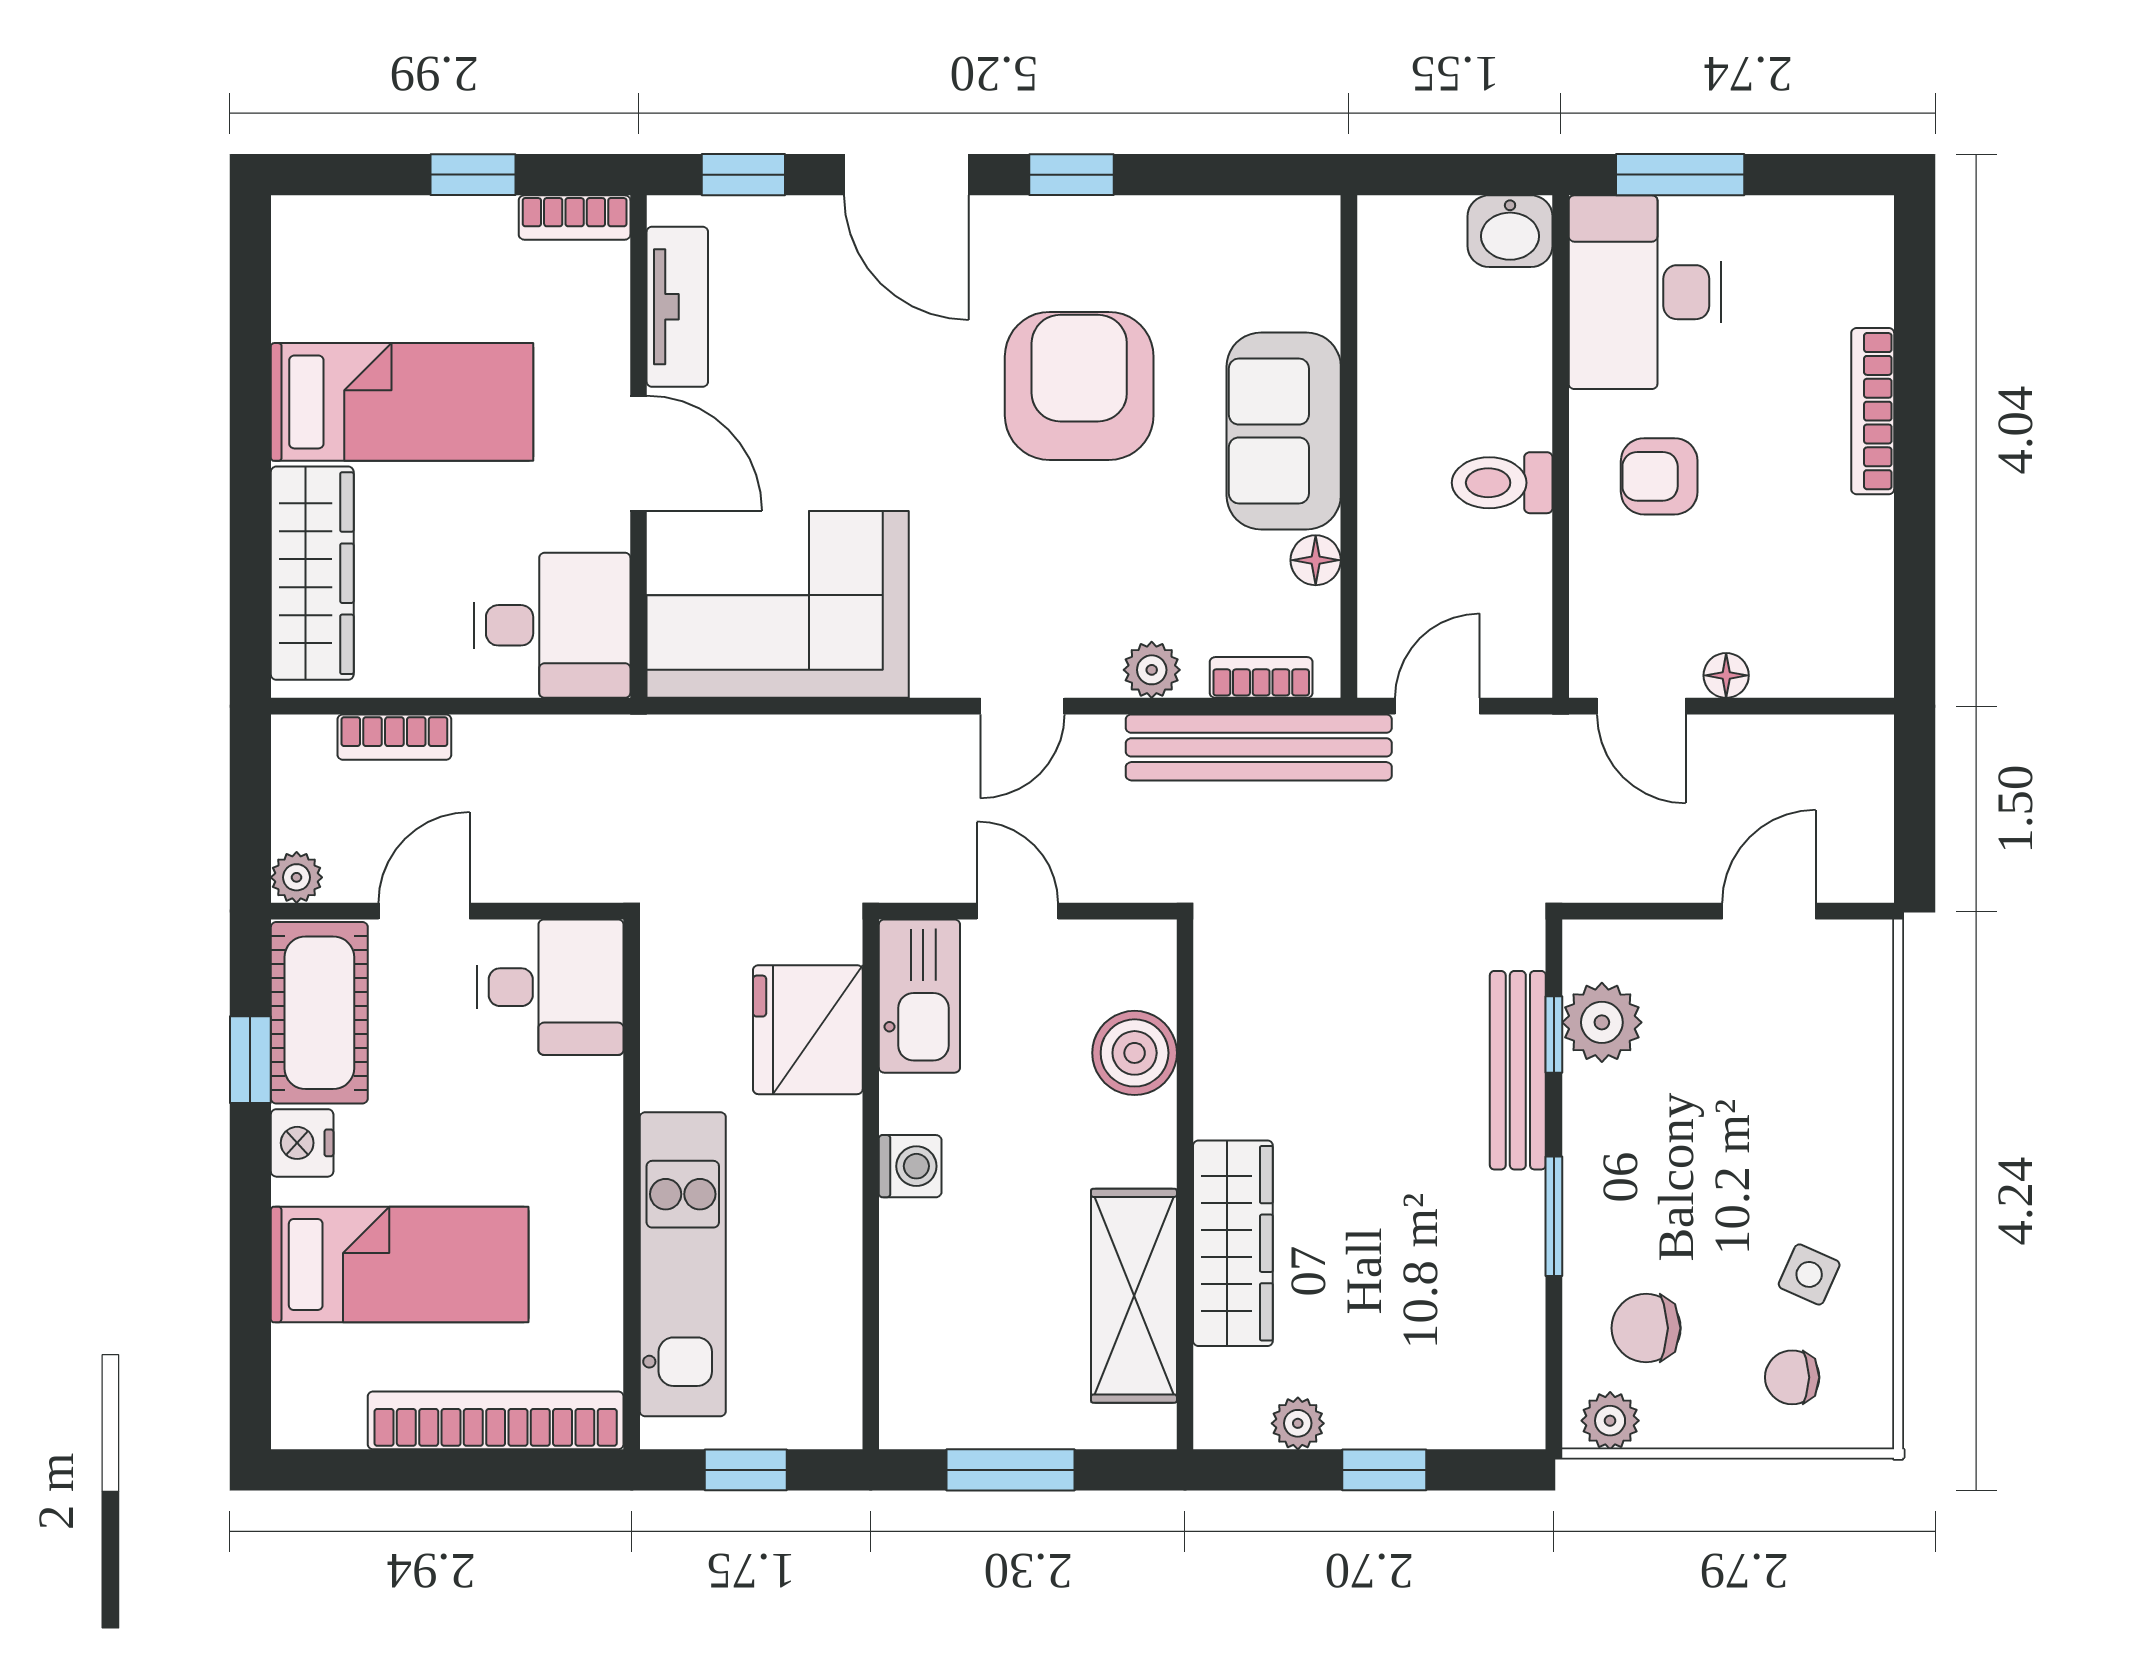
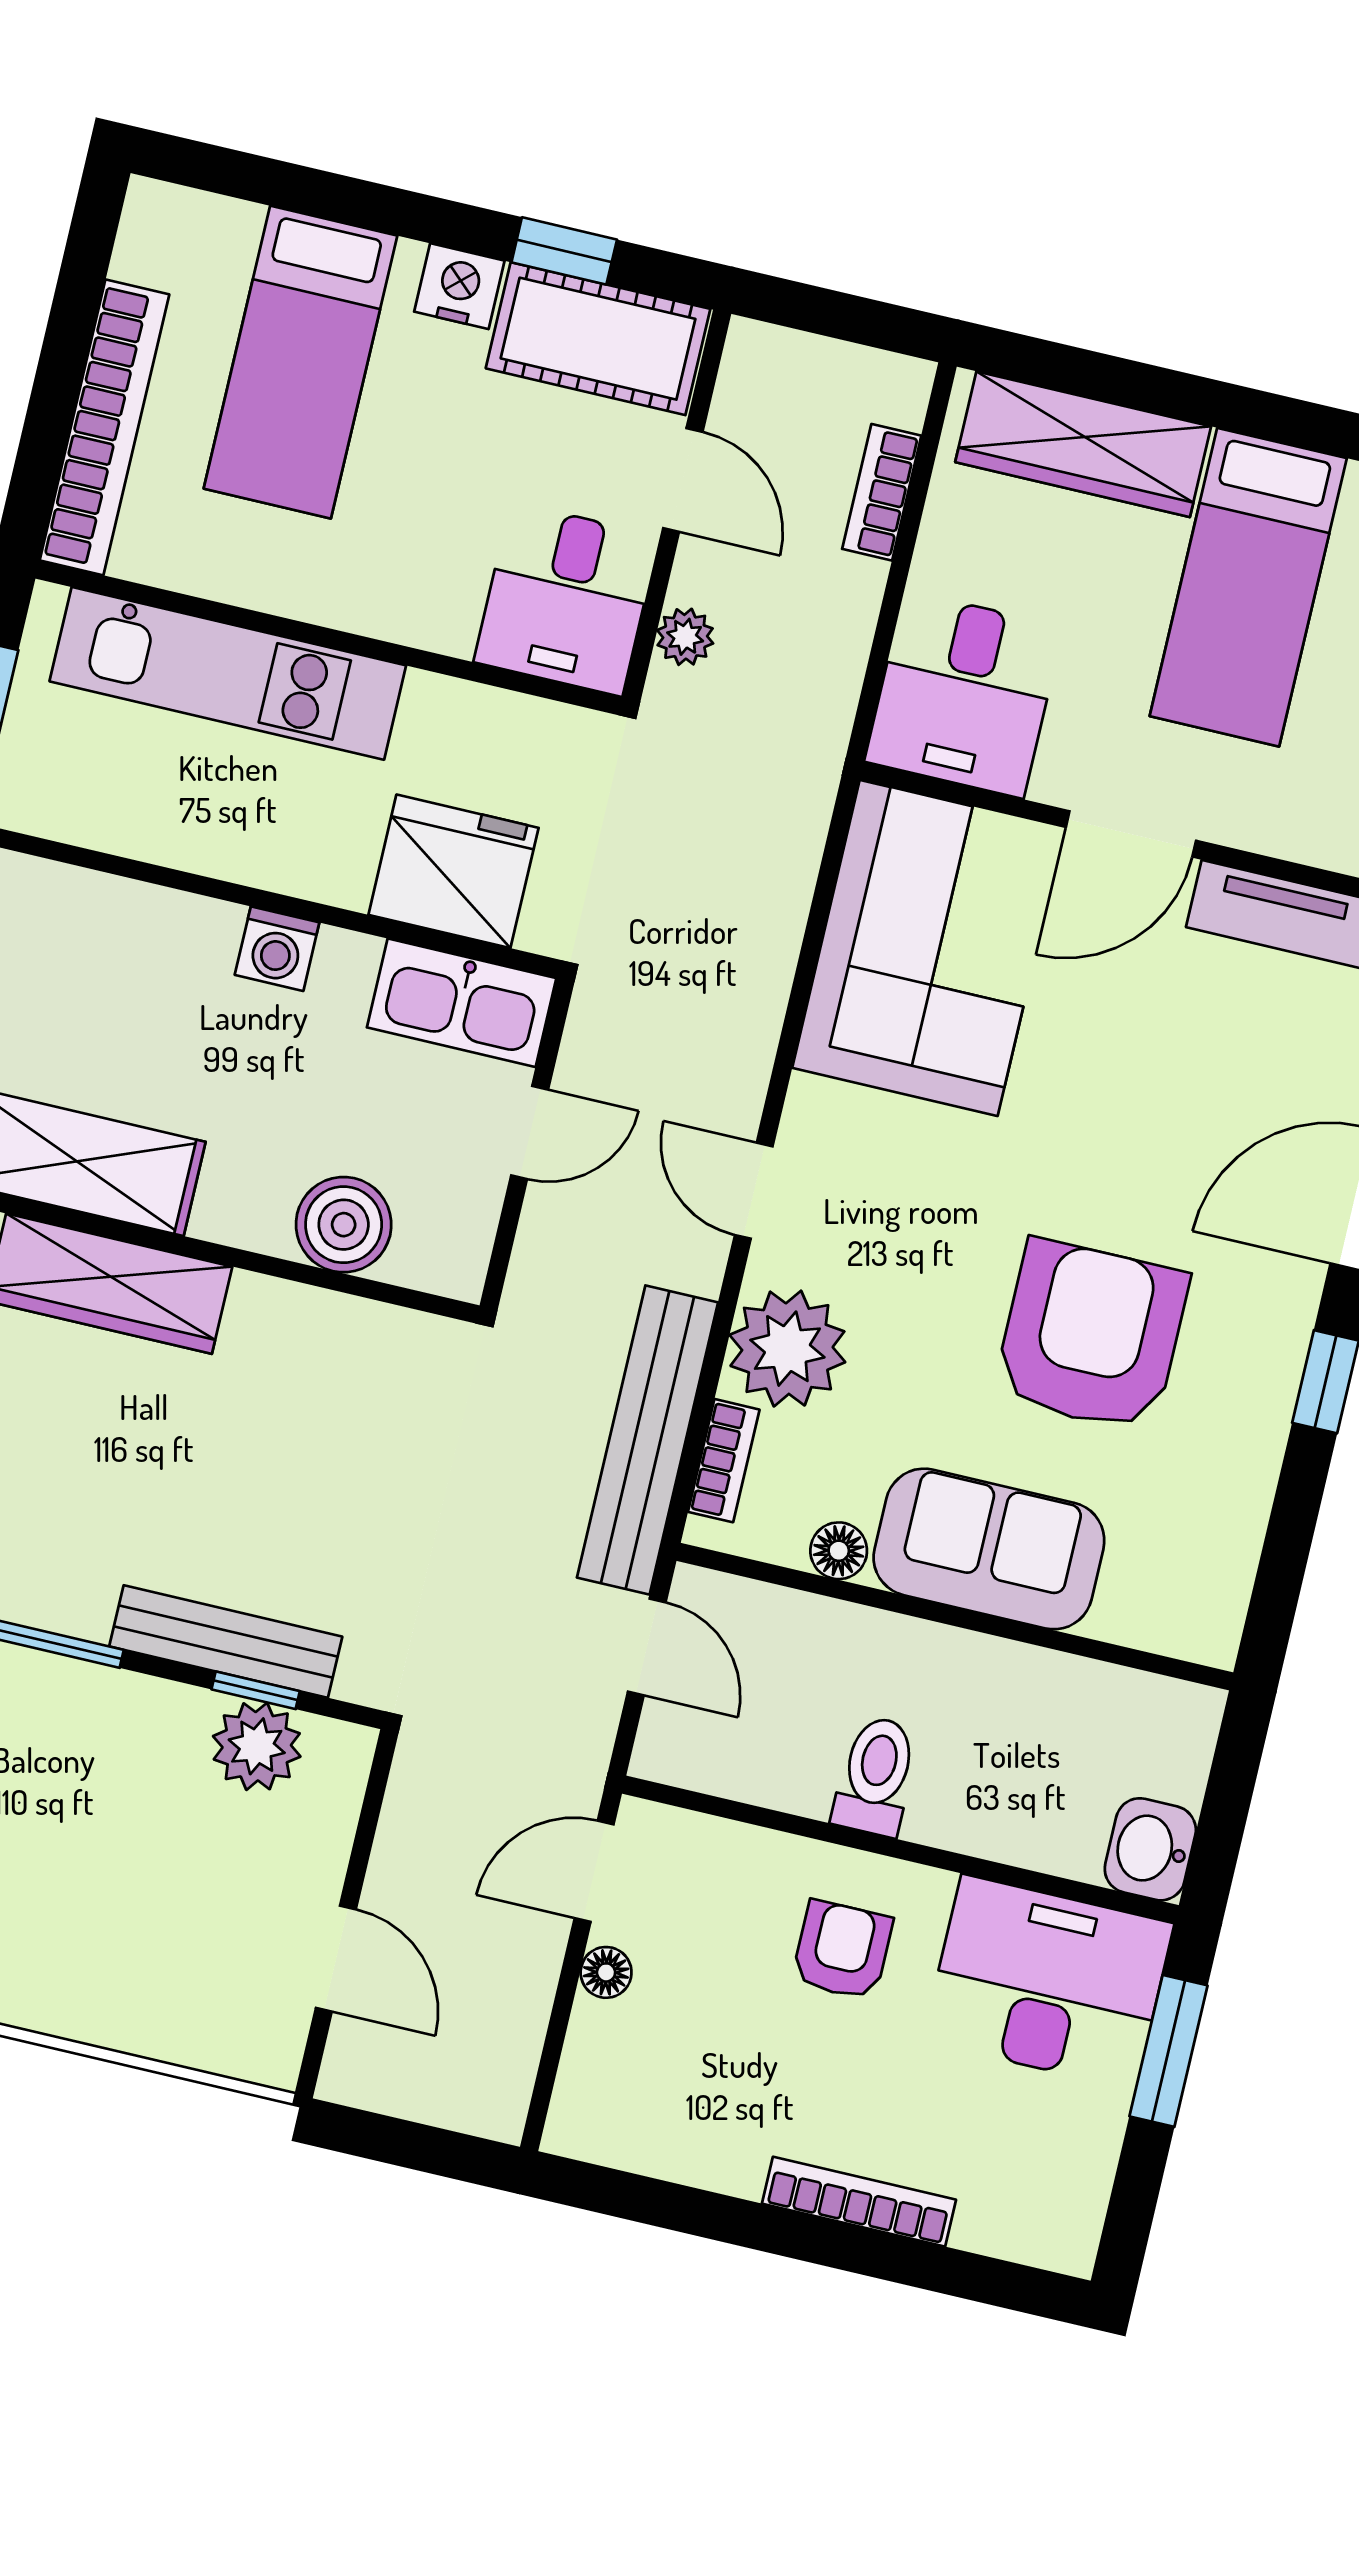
armchair: (1079, 386) -> (1091, 1336), turned -90
plant: (1152, 670) -> (787, 1349), width x1.87, depth x1.87
plant: (297, 877) -> (685, 637), moved

